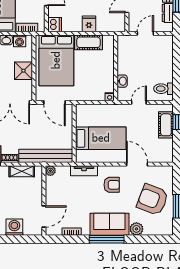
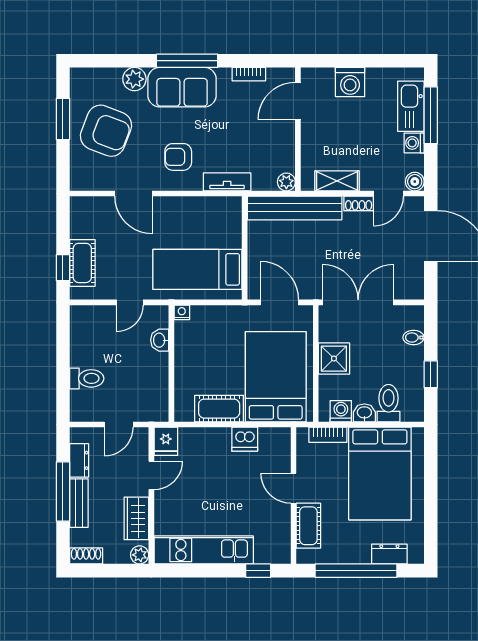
fridge: (89, 24) -> (166, 441), moved
dishwasher: (55, 25) -> (245, 439), moved, turned -90
toilet: (163, 89) -> (87, 378), moved
bed: (101, 138) -> (197, 269), moved

